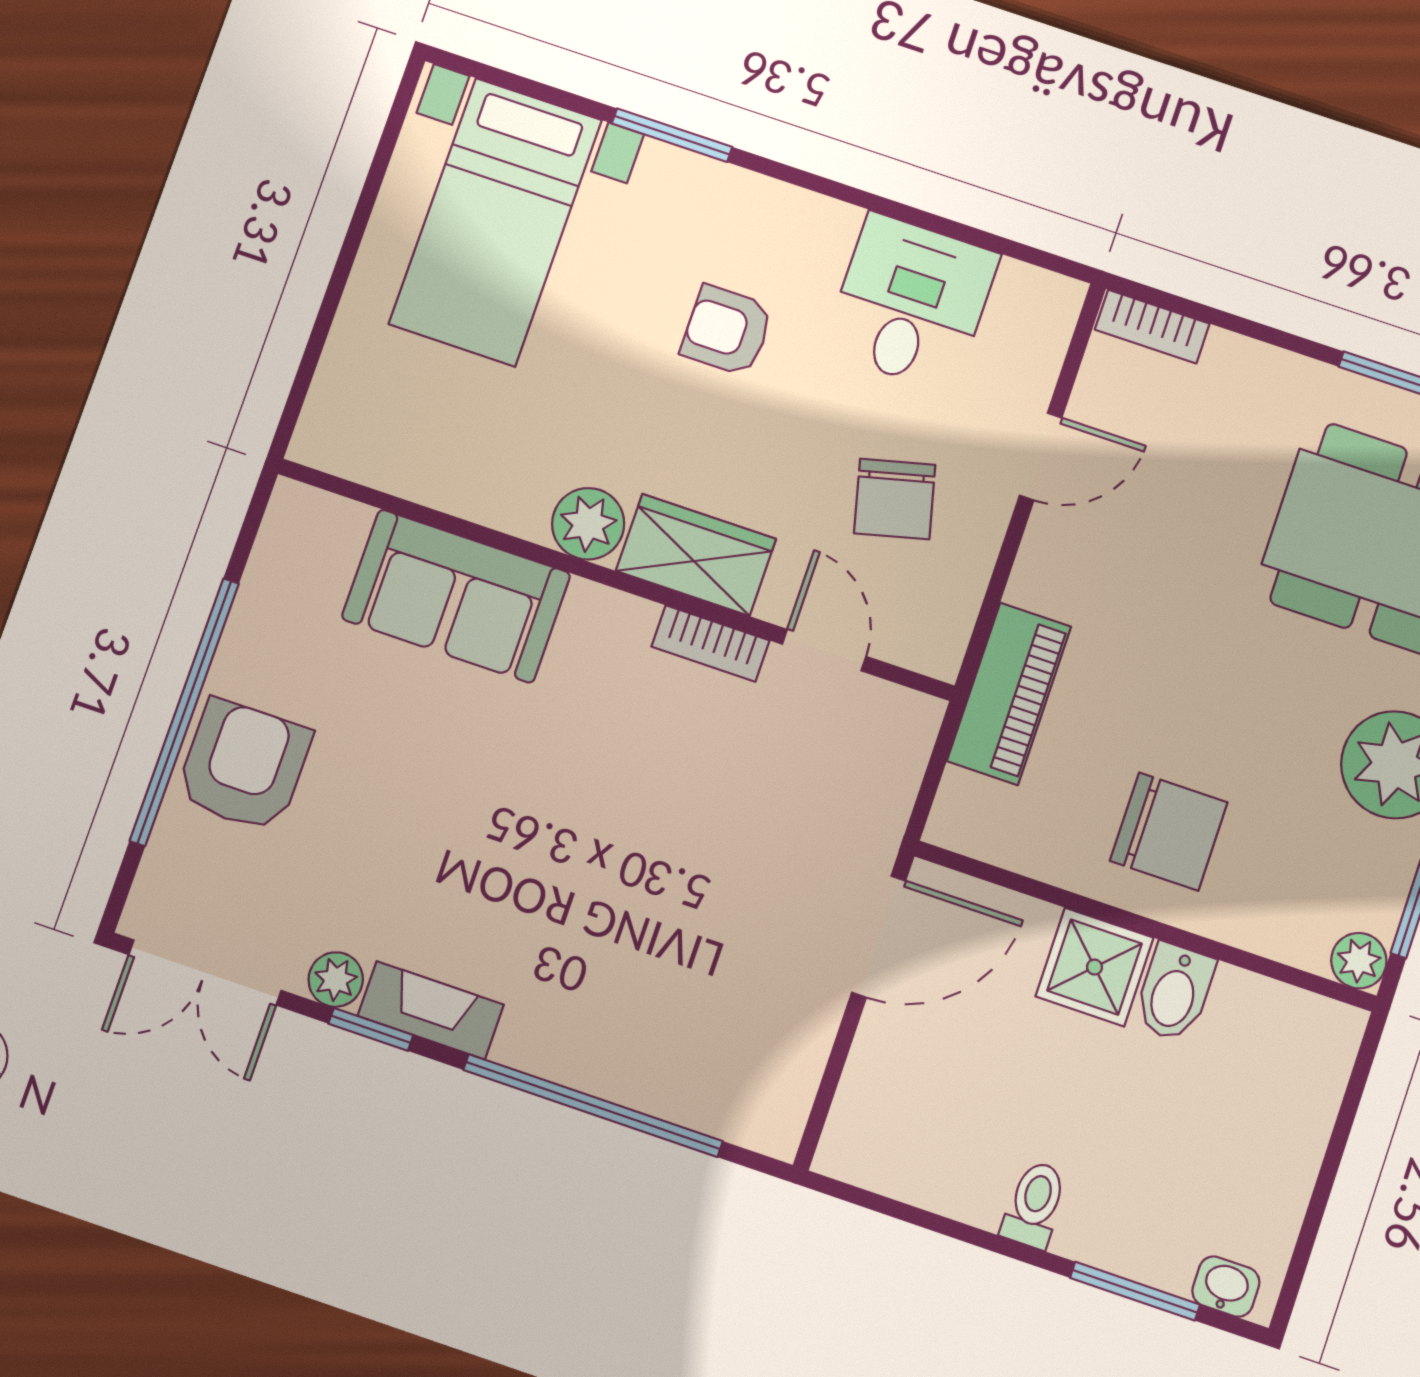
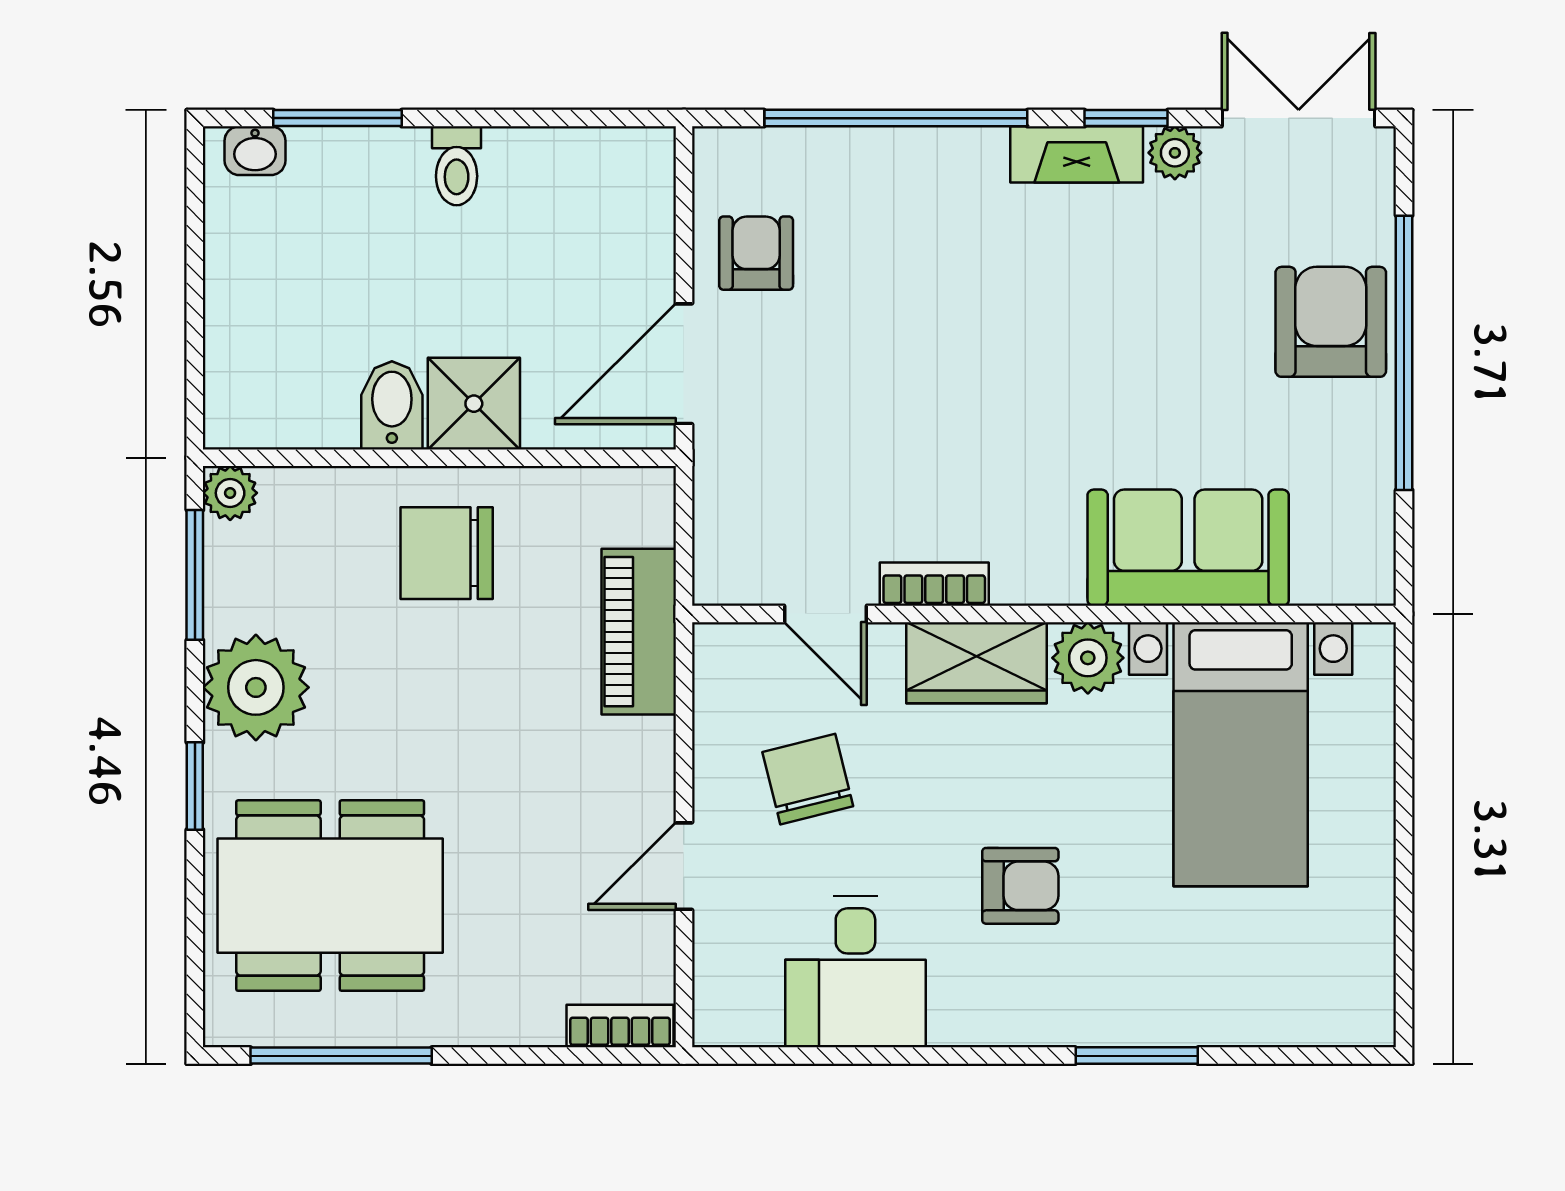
bed with nightstands: (495, 222) -> (1241, 754), moved, turned 180
armchair: (244, 765) -> (1331, 322), turned 180
armchair: (773, 1020) -> (756, 253), added

